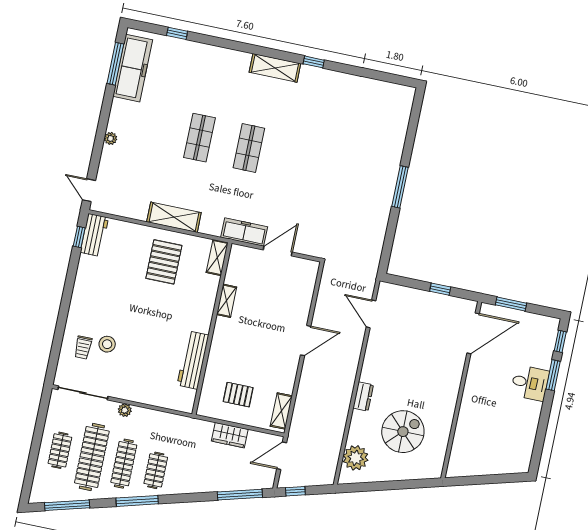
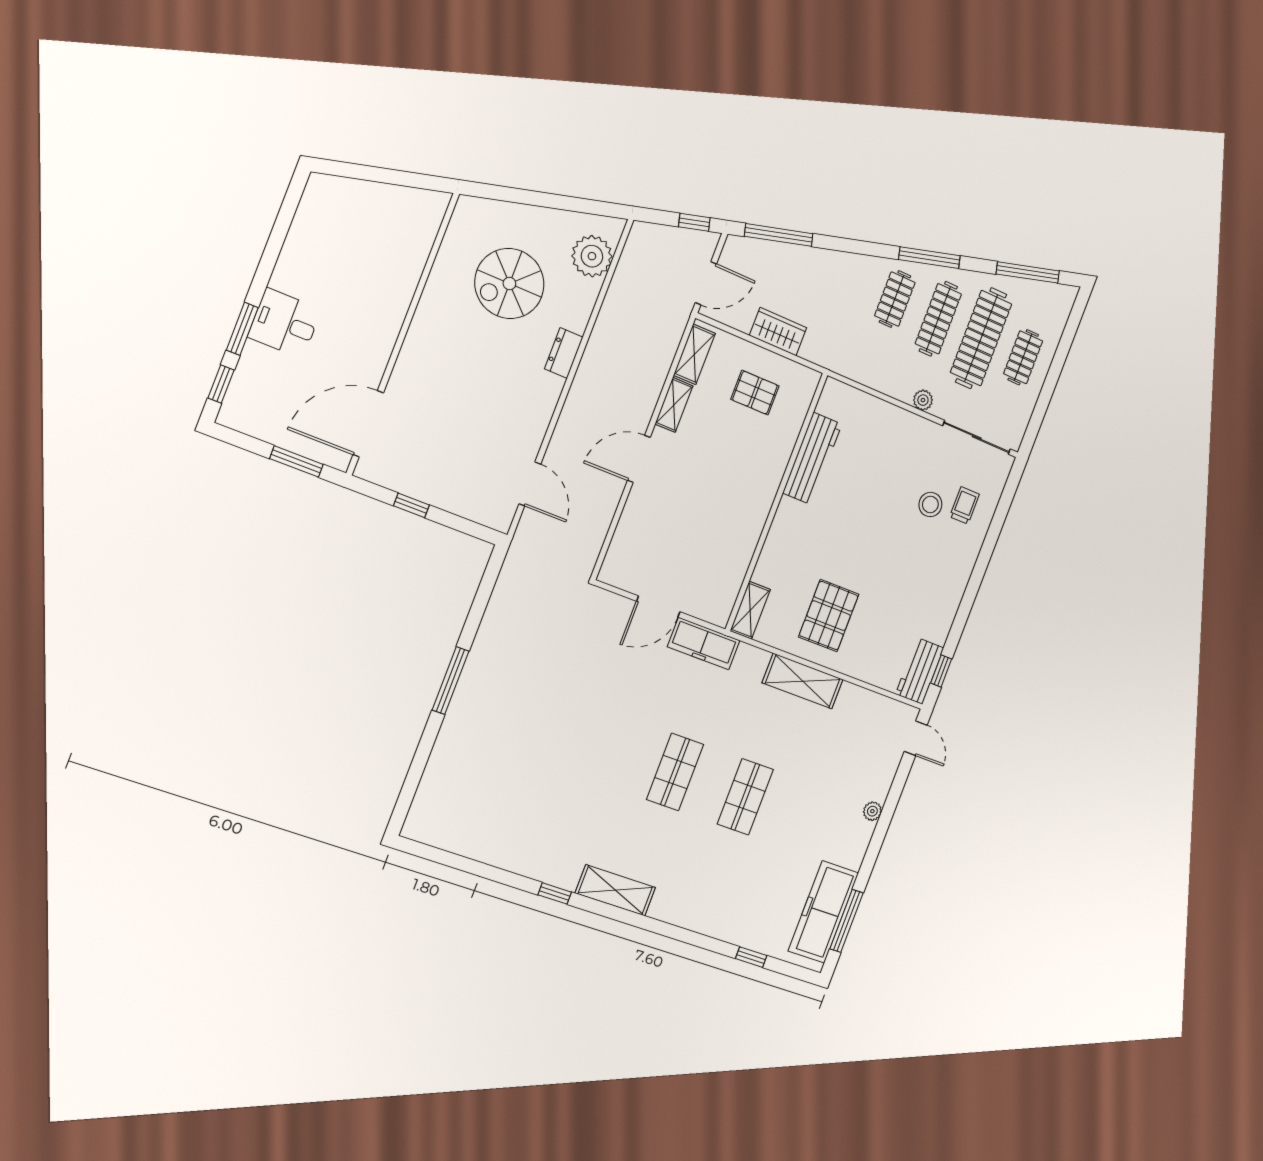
shelving: (227, 301) -> (674, 405), moved

